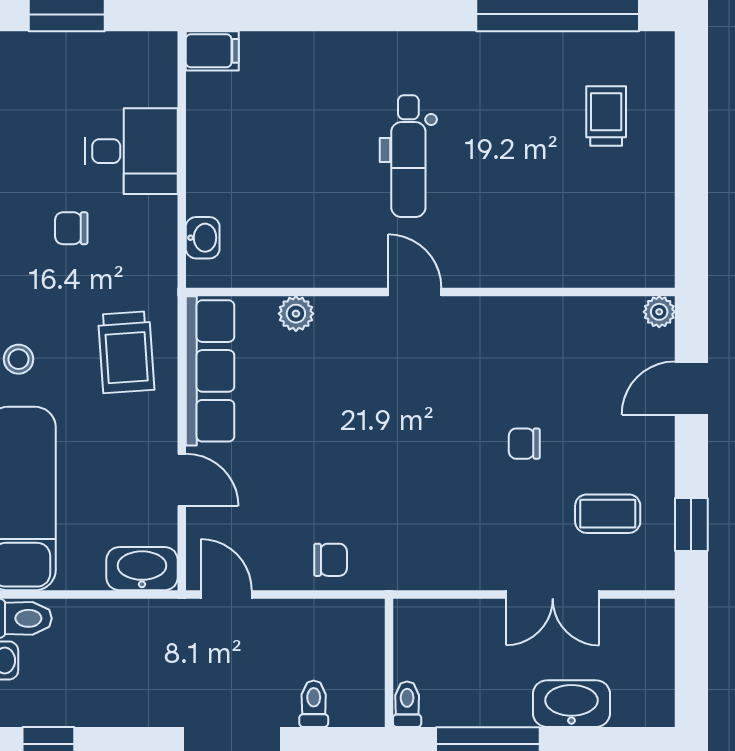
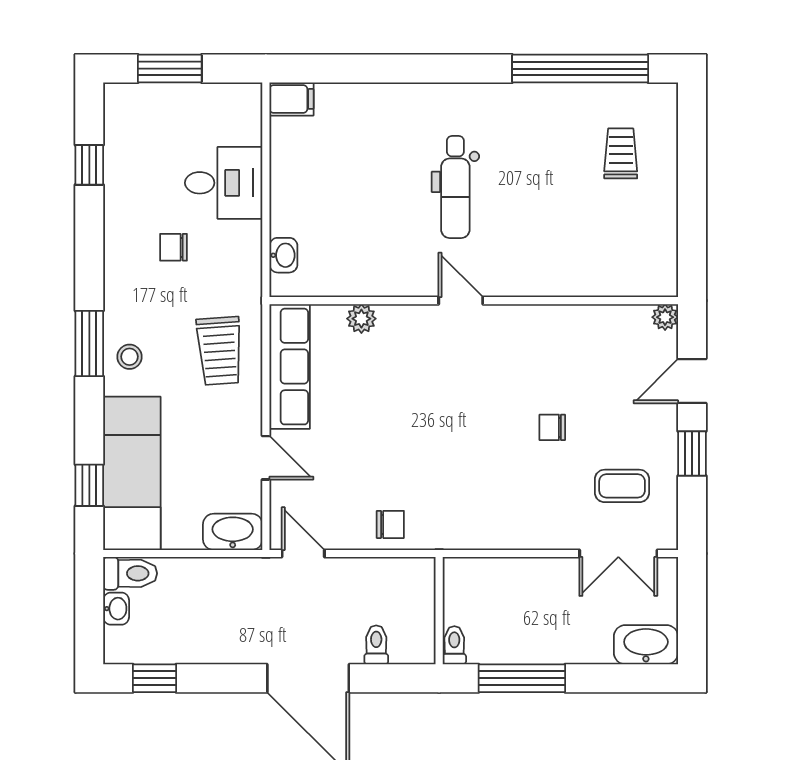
window: (691, 524) -> (692, 453), moved
double door: (553, 595) -> (618, 553), moved
washbasin: (571, 704) -> (646, 645), moved

